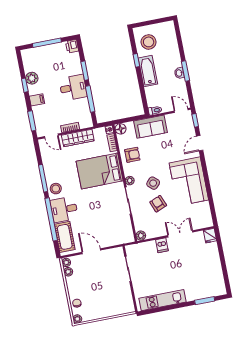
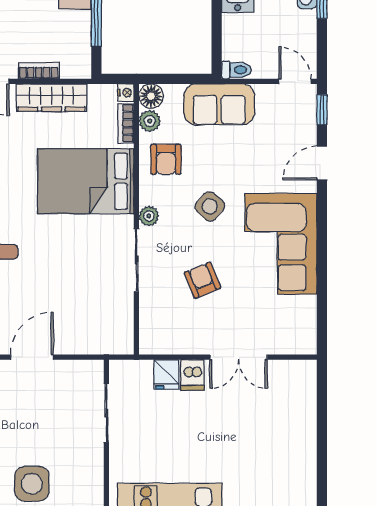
armchair: (132, 155) -> (166, 159), turned 90
side table: (153, 183) -> (210, 206), moved
double door: (180, 234) -> (239, 357), swing flipped
plant: (141, 236) -> (150, 121), moved
fridge: (210, 236) -> (166, 375), moved
door: (91, 251) -> (32, 357), hinge flipped
side table: (102, 306) -> (32, 484), added

